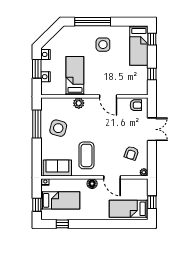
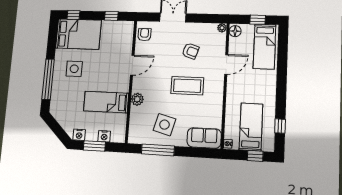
bed: (139, 45) -> (78, 34), width x1.50
armchair: (131, 153) -> (191, 51), moved
coffee table: (86, 155) -> (187, 86), moved
sofa: (57, 168) -> (204, 138), moved, turned 90
floor lamp: (92, 184) -> (235, 31), moved

